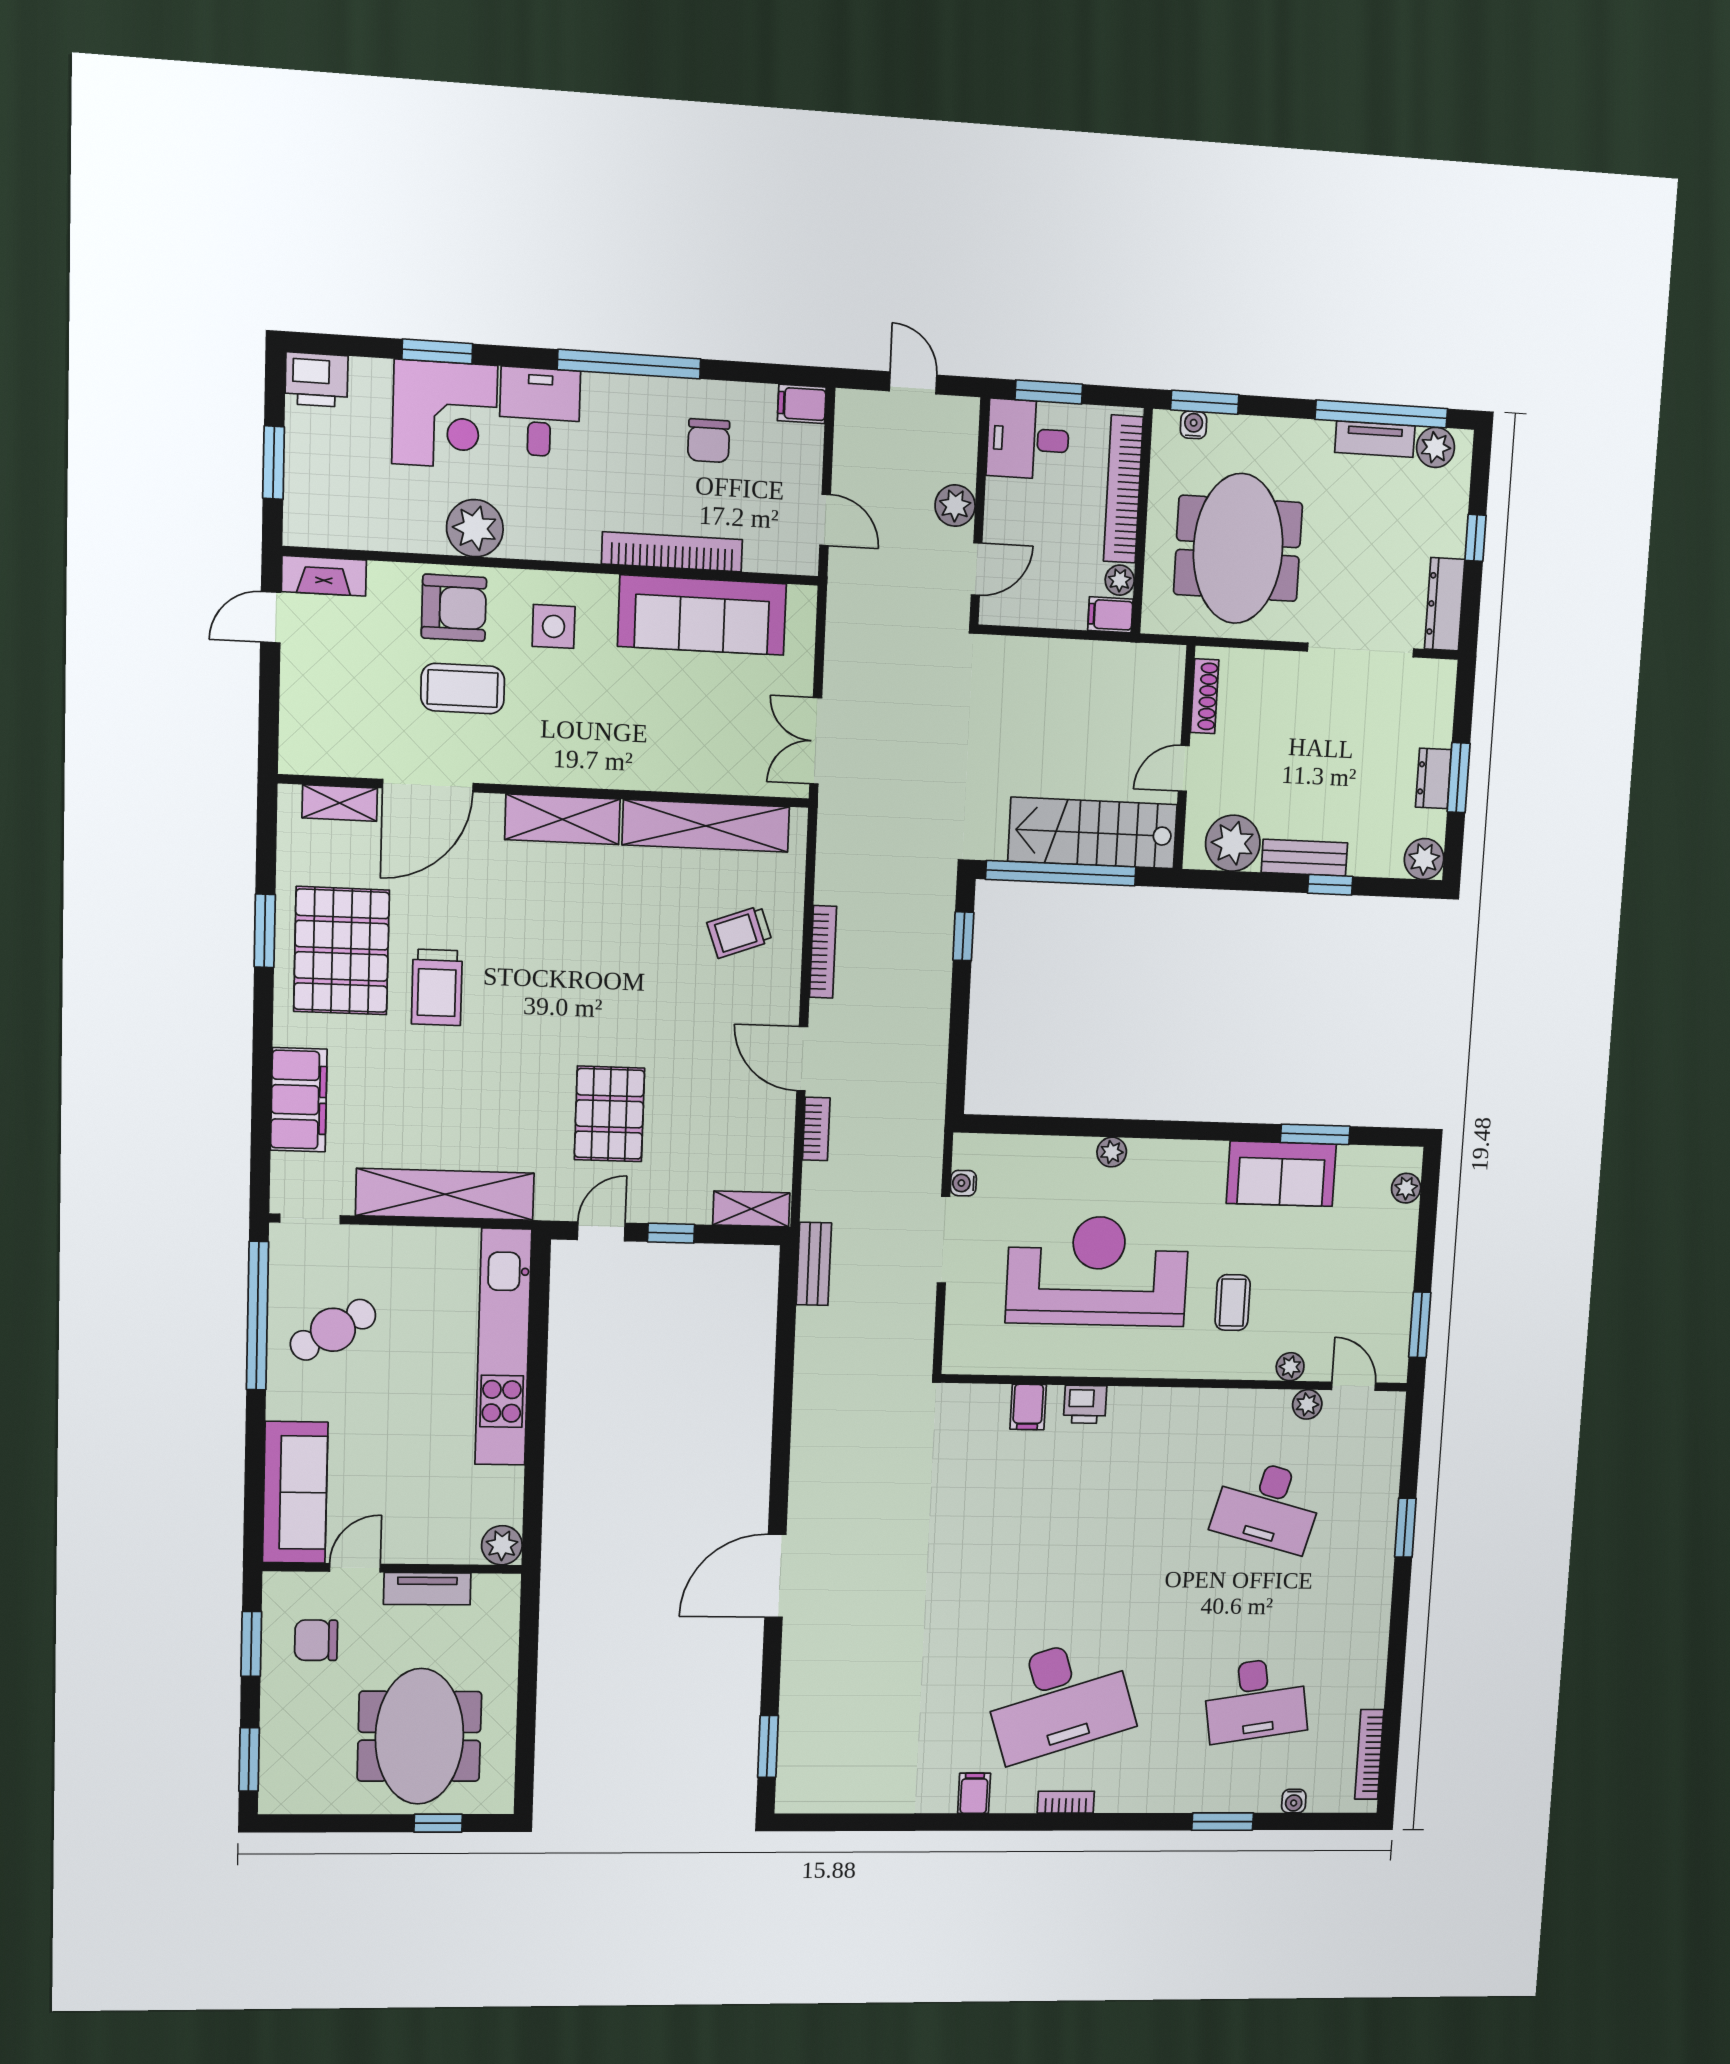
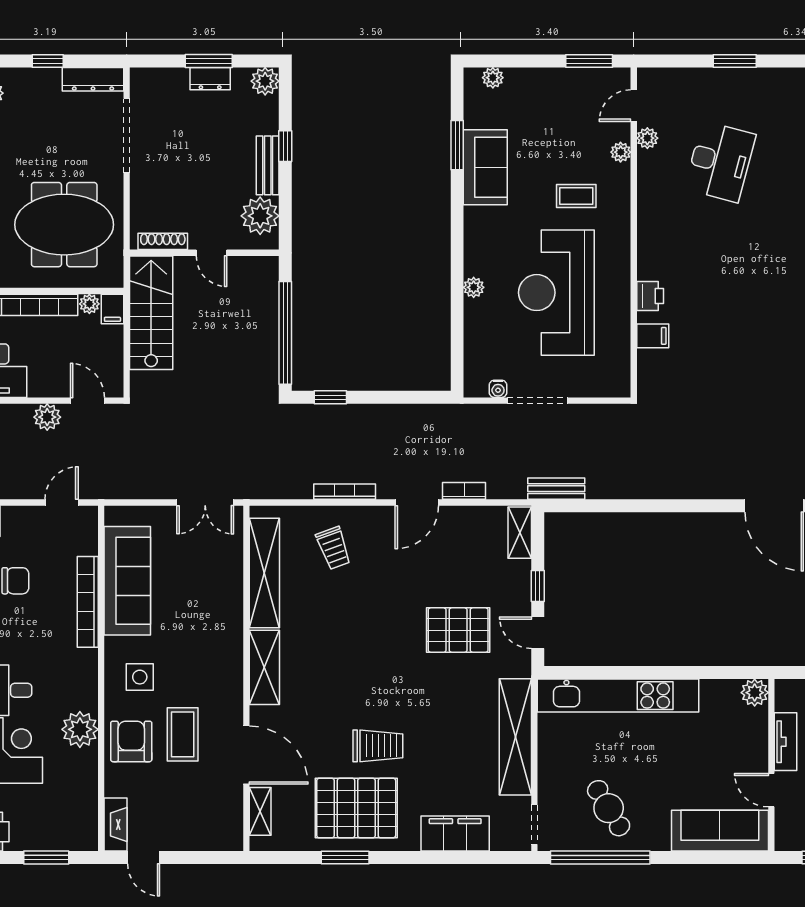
stairs: (1093, 833) -> (151, 313), moved, turned 180

